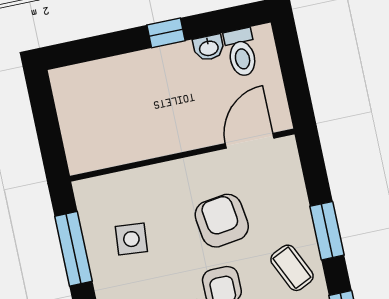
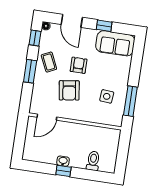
washbasin: (209, 48) -> (63, 161), moved
toilet: (241, 53) -> (93, 161), moved

